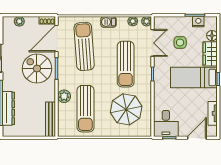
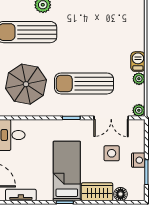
plant: (133, 21) -> (139, 79), moved
nightstand: (198, 22) -> (138, 160), moved
sun lounger: (84, 46) -> (107, 30), removed

